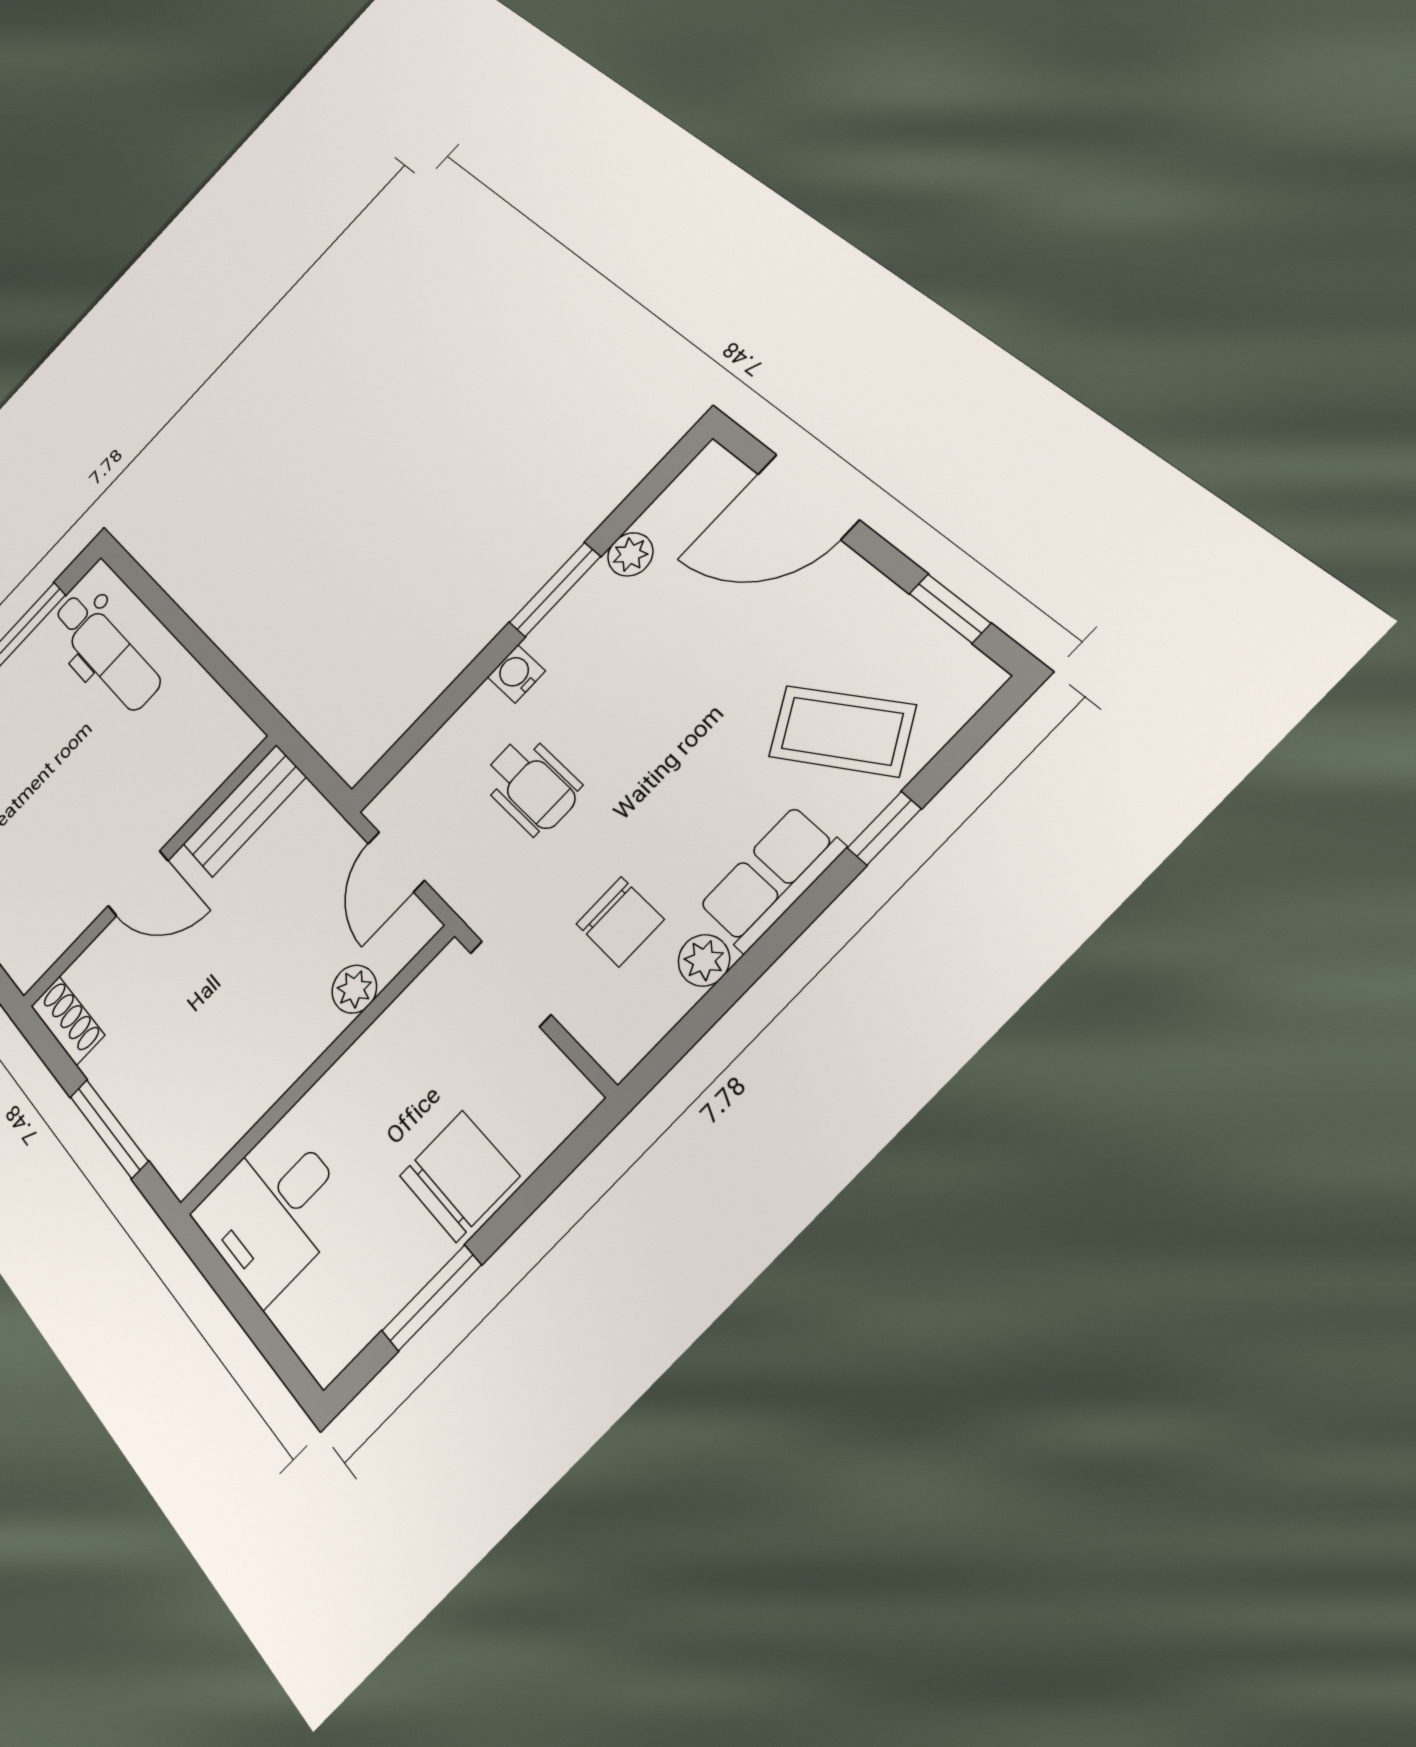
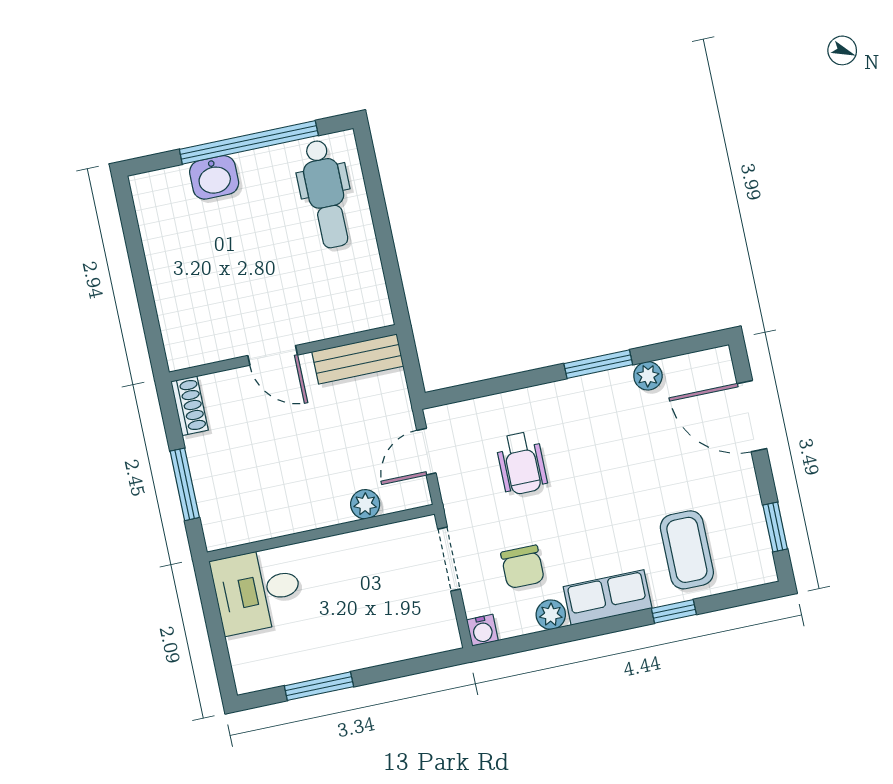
water cooler: (516, 674) -> (482, 630), moved, turned 180
coffee table: (842, 731) -> (687, 550), turned 31
chair: (459, 1176) -> (367, 637), removed

